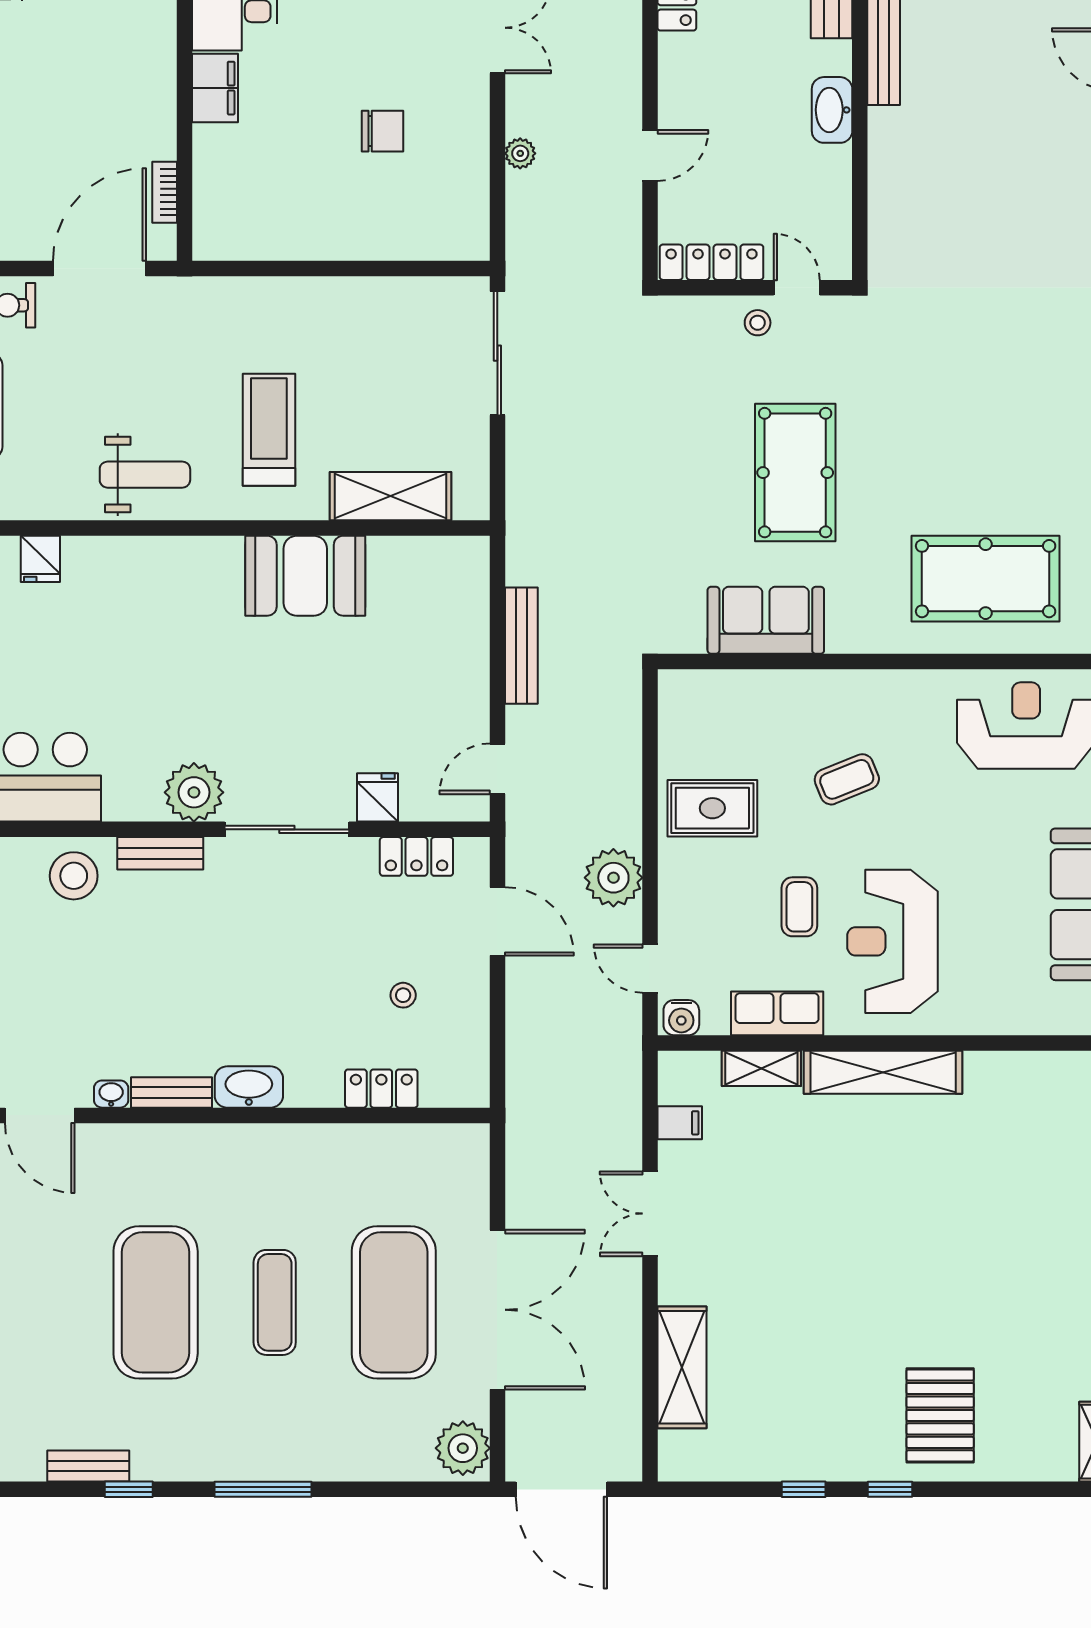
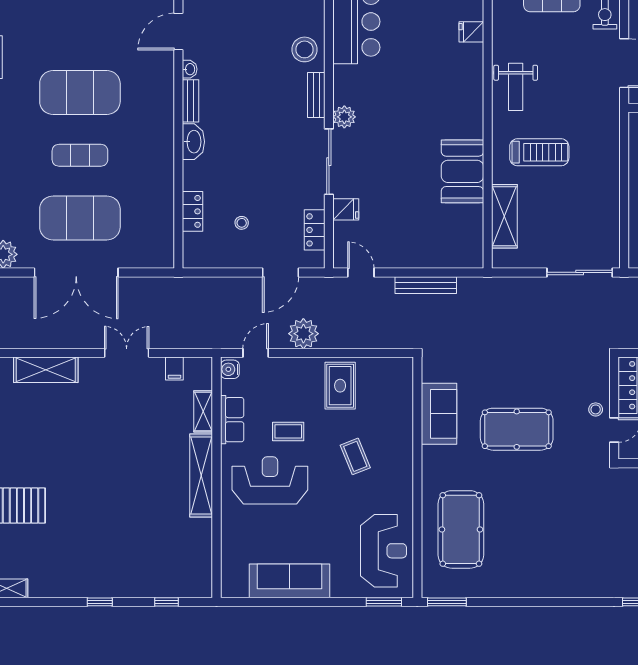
plant: (194, 792) -> (344, 117), width x0.73, depth x0.73

